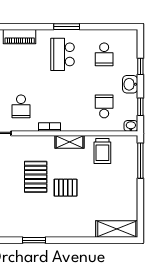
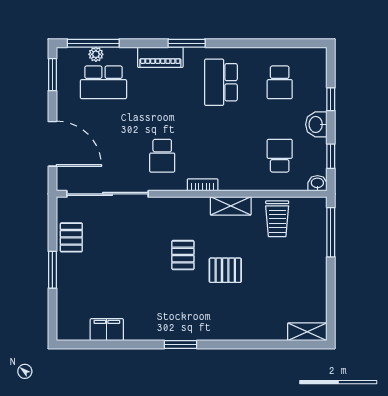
window: (67, 27) -> (187, 43), moved
pallet: (36, 177) -> (183, 255), width x0.67, depth x0.71
shelving: (117, 229) -> (307, 332), width x0.67, depth x0.75

